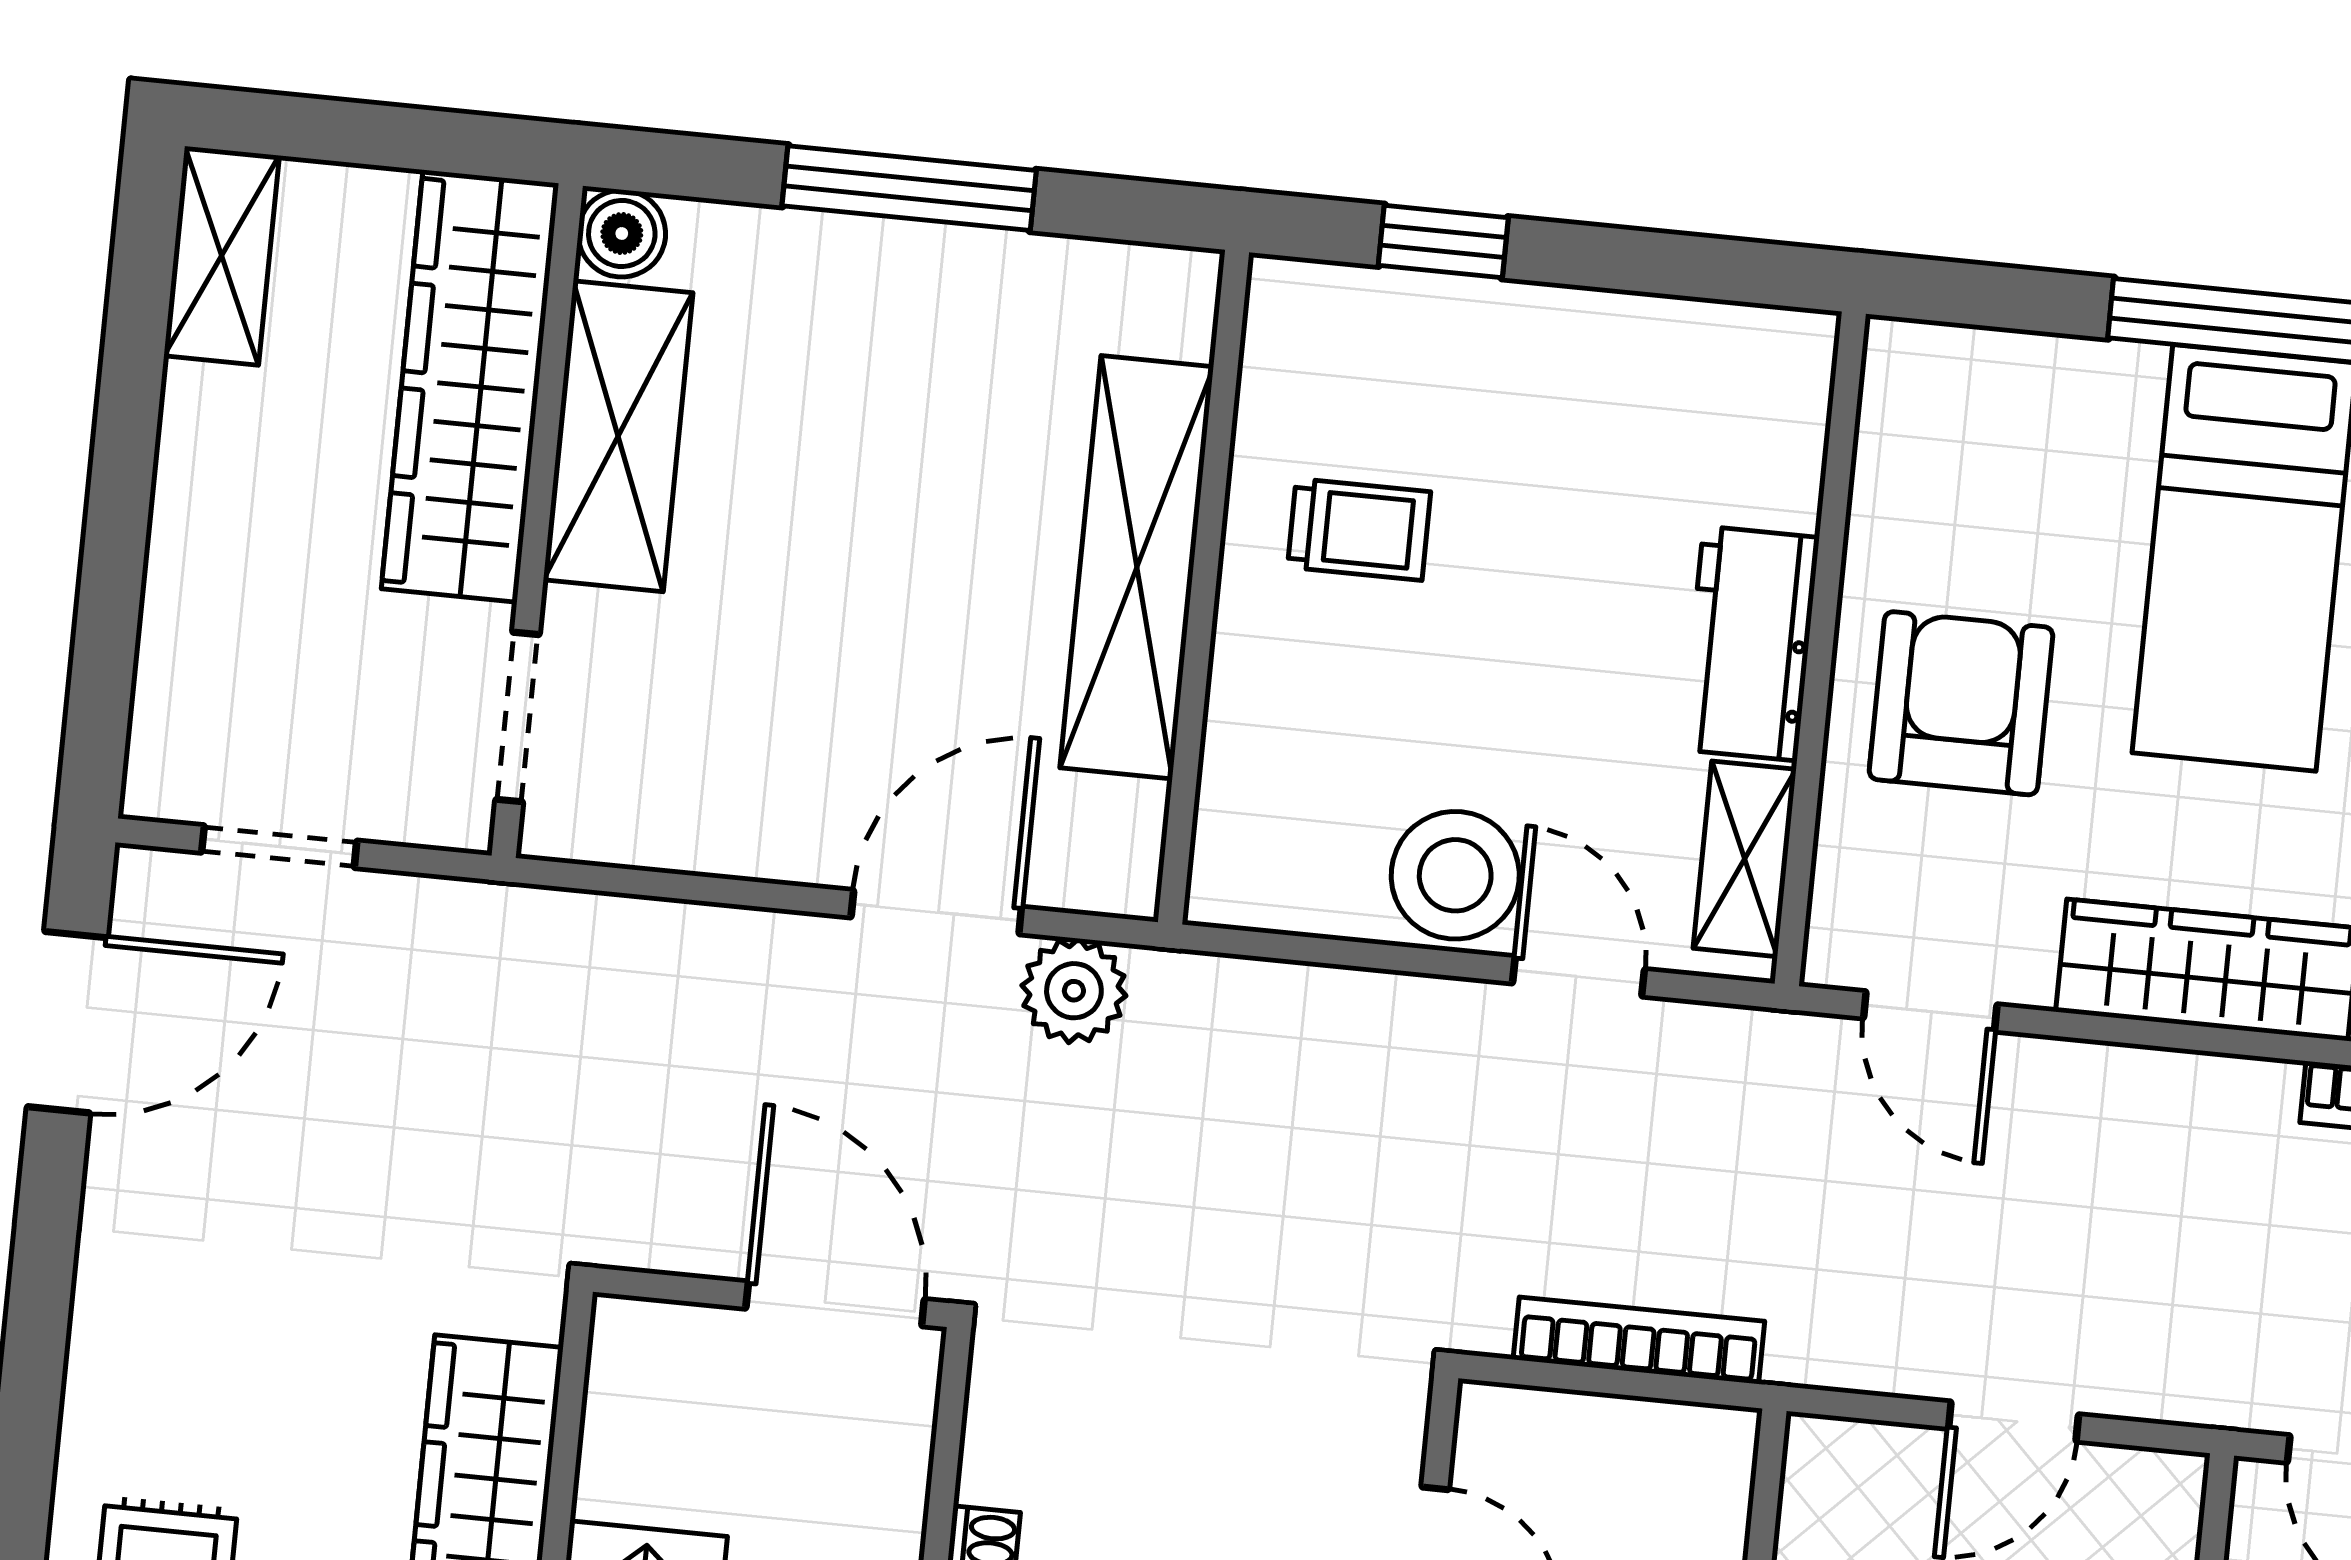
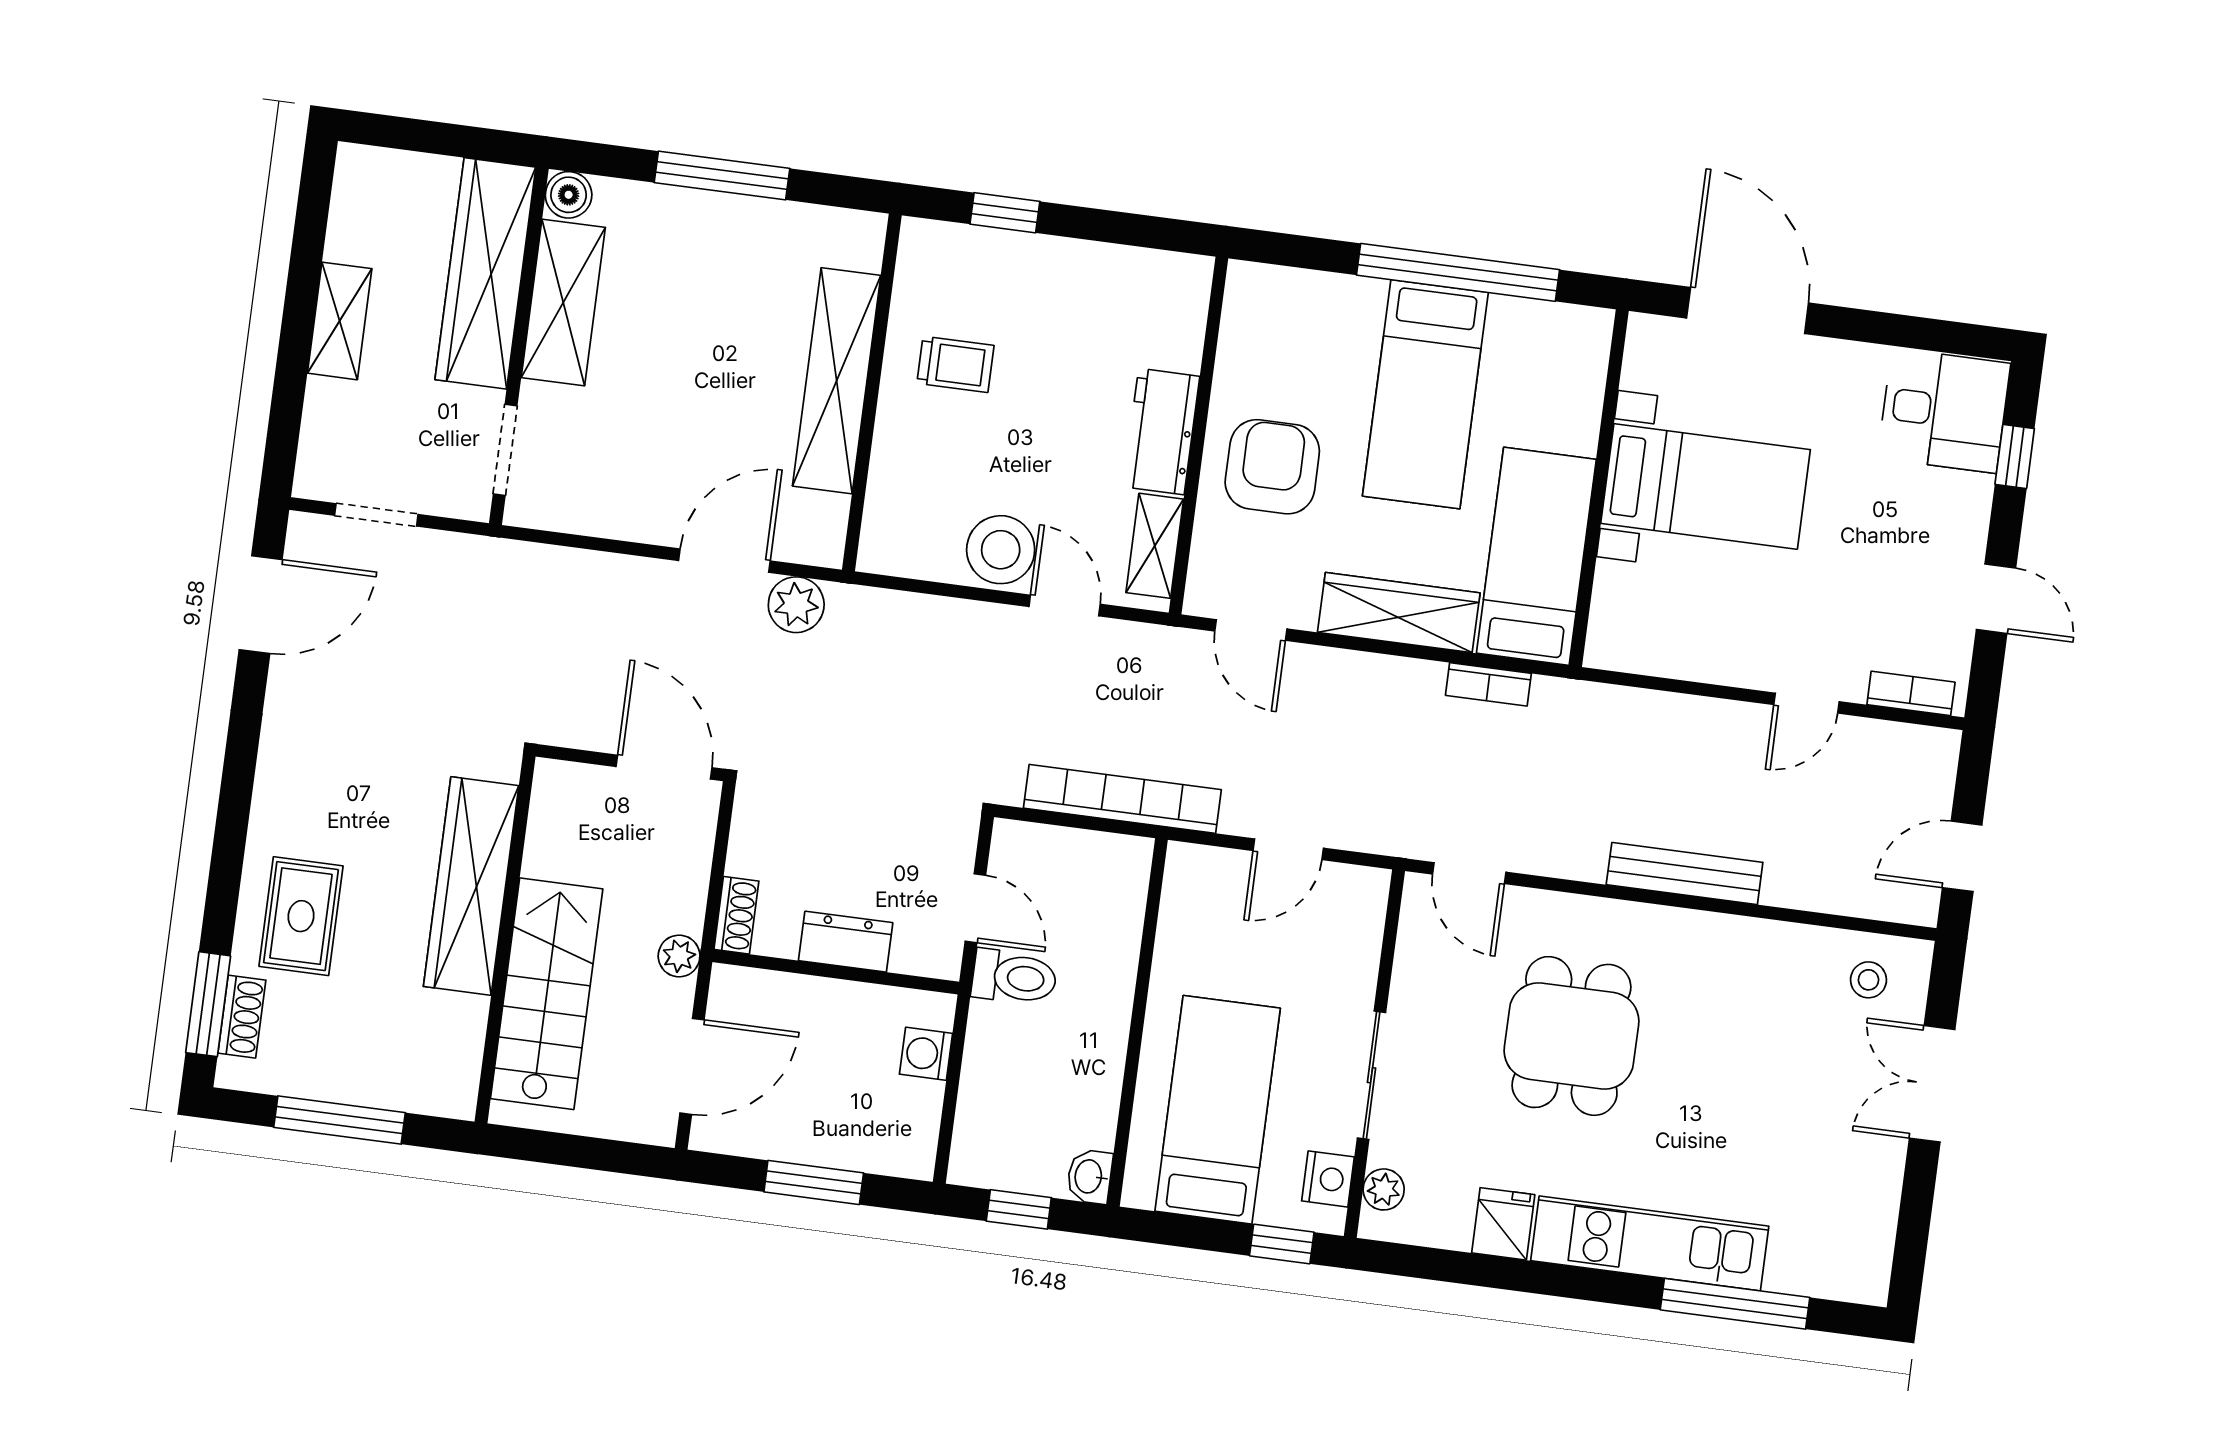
shelving: (222, 256) -> (340, 321), moved
bookcase: (1639, 1340) -> (1122, 799), width x1.48, depth x1.31

